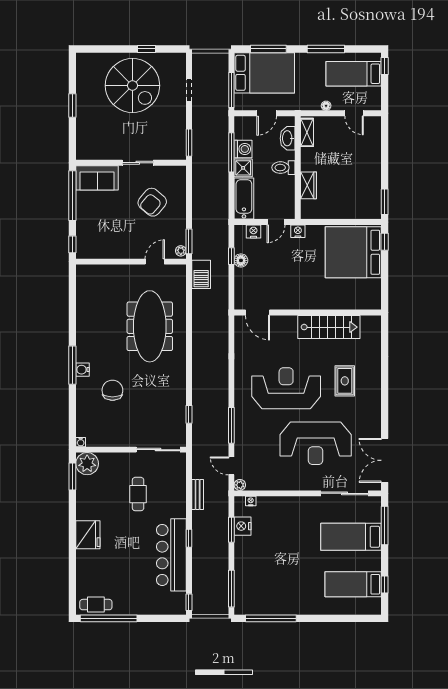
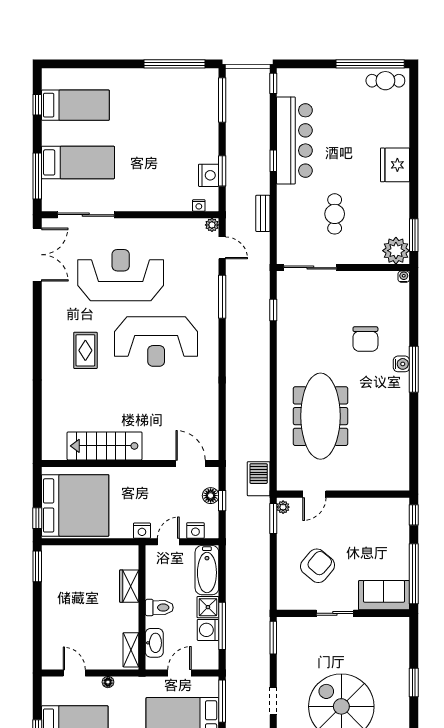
door: (257, 313) -> (191, 463), moved
wall: (308, 313) -> (130, 463), moved
stairs: (329, 327) -> (105, 446), moved

